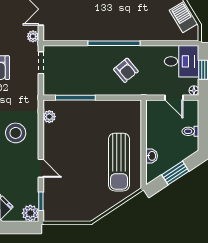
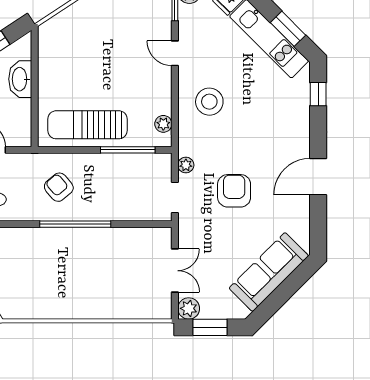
plant: (33, 36) -> (186, 165), moved
washbasin: (152, 156) -> (20, 79), width x1.91, depth x1.45
sun lounger: (119, 162) -> (88, 125), moved, turned -90

